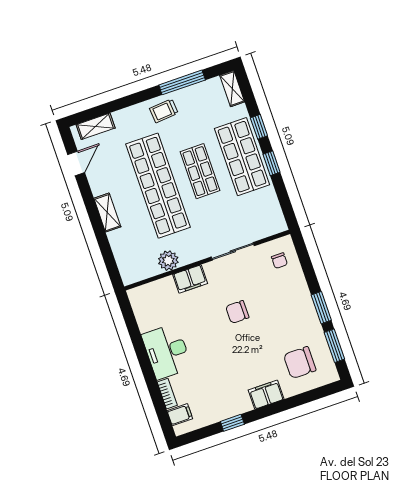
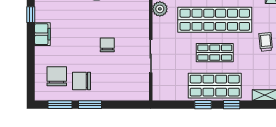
chair: (279, 261) -> (81, 81), moved, width x1.87, depth x1.87
filing cabinet: (190, 279) -> (142, 20), removed
filing cabinet: (266, 395) -> (42, 34), moved

